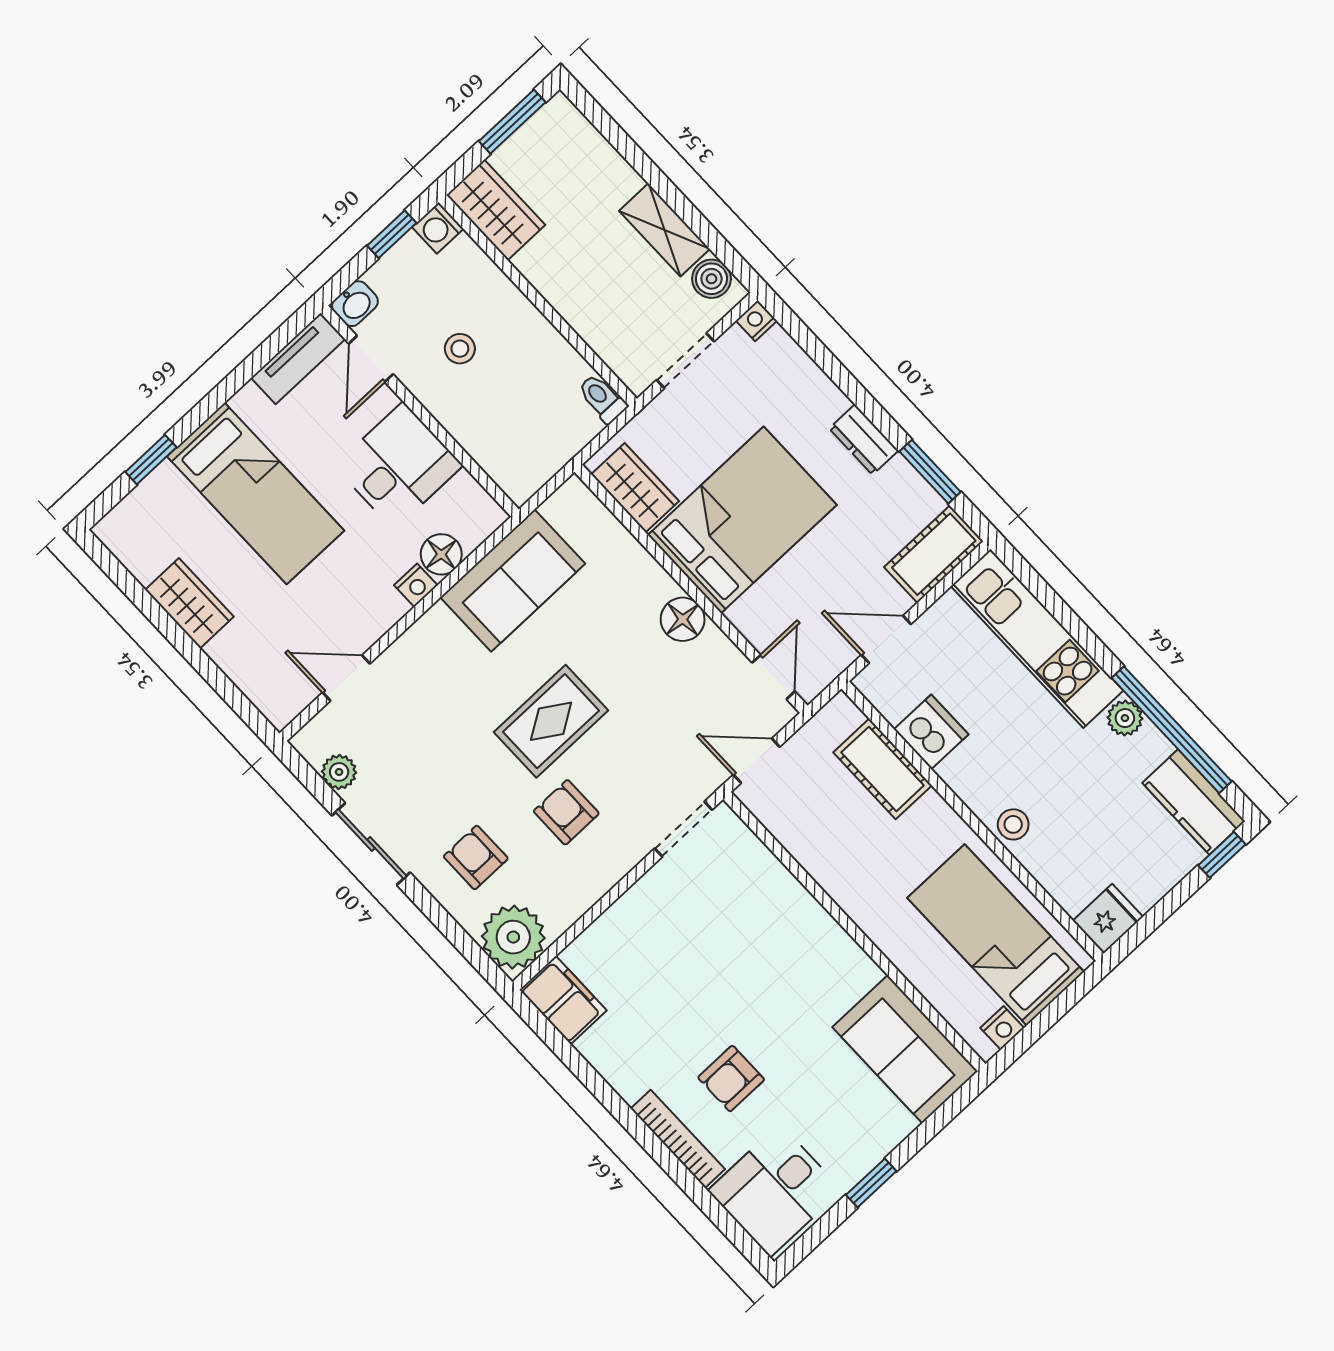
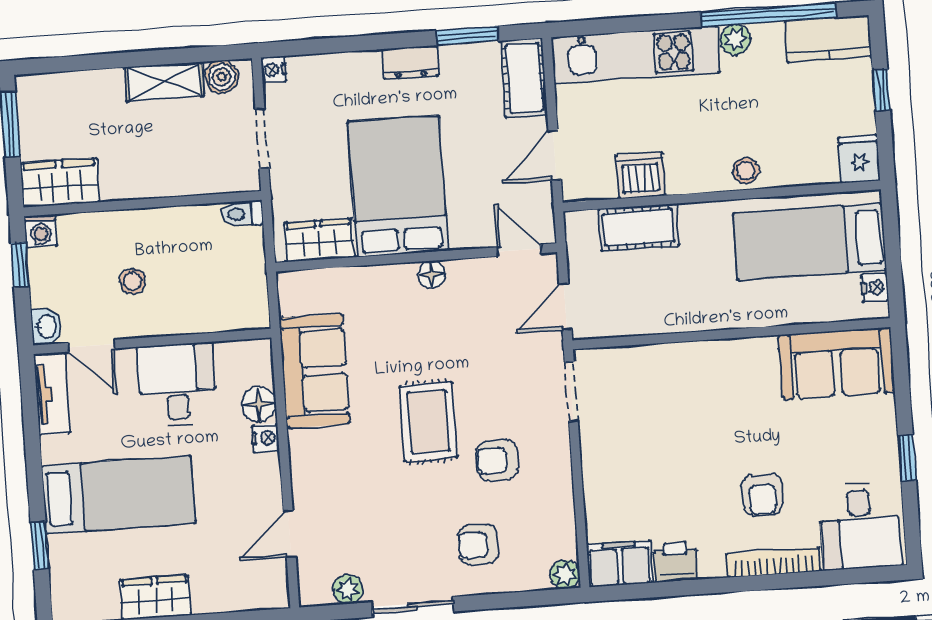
floor lamp: (683, 619) -> (431, 274), width x0.73, depth x0.73
window: (1222, 855) -> (881, 90), moved
plant: (513, 937) -> (565, 574), width x0.53, depth x0.53
printer: (606, 1050) -> (676, 562), added

